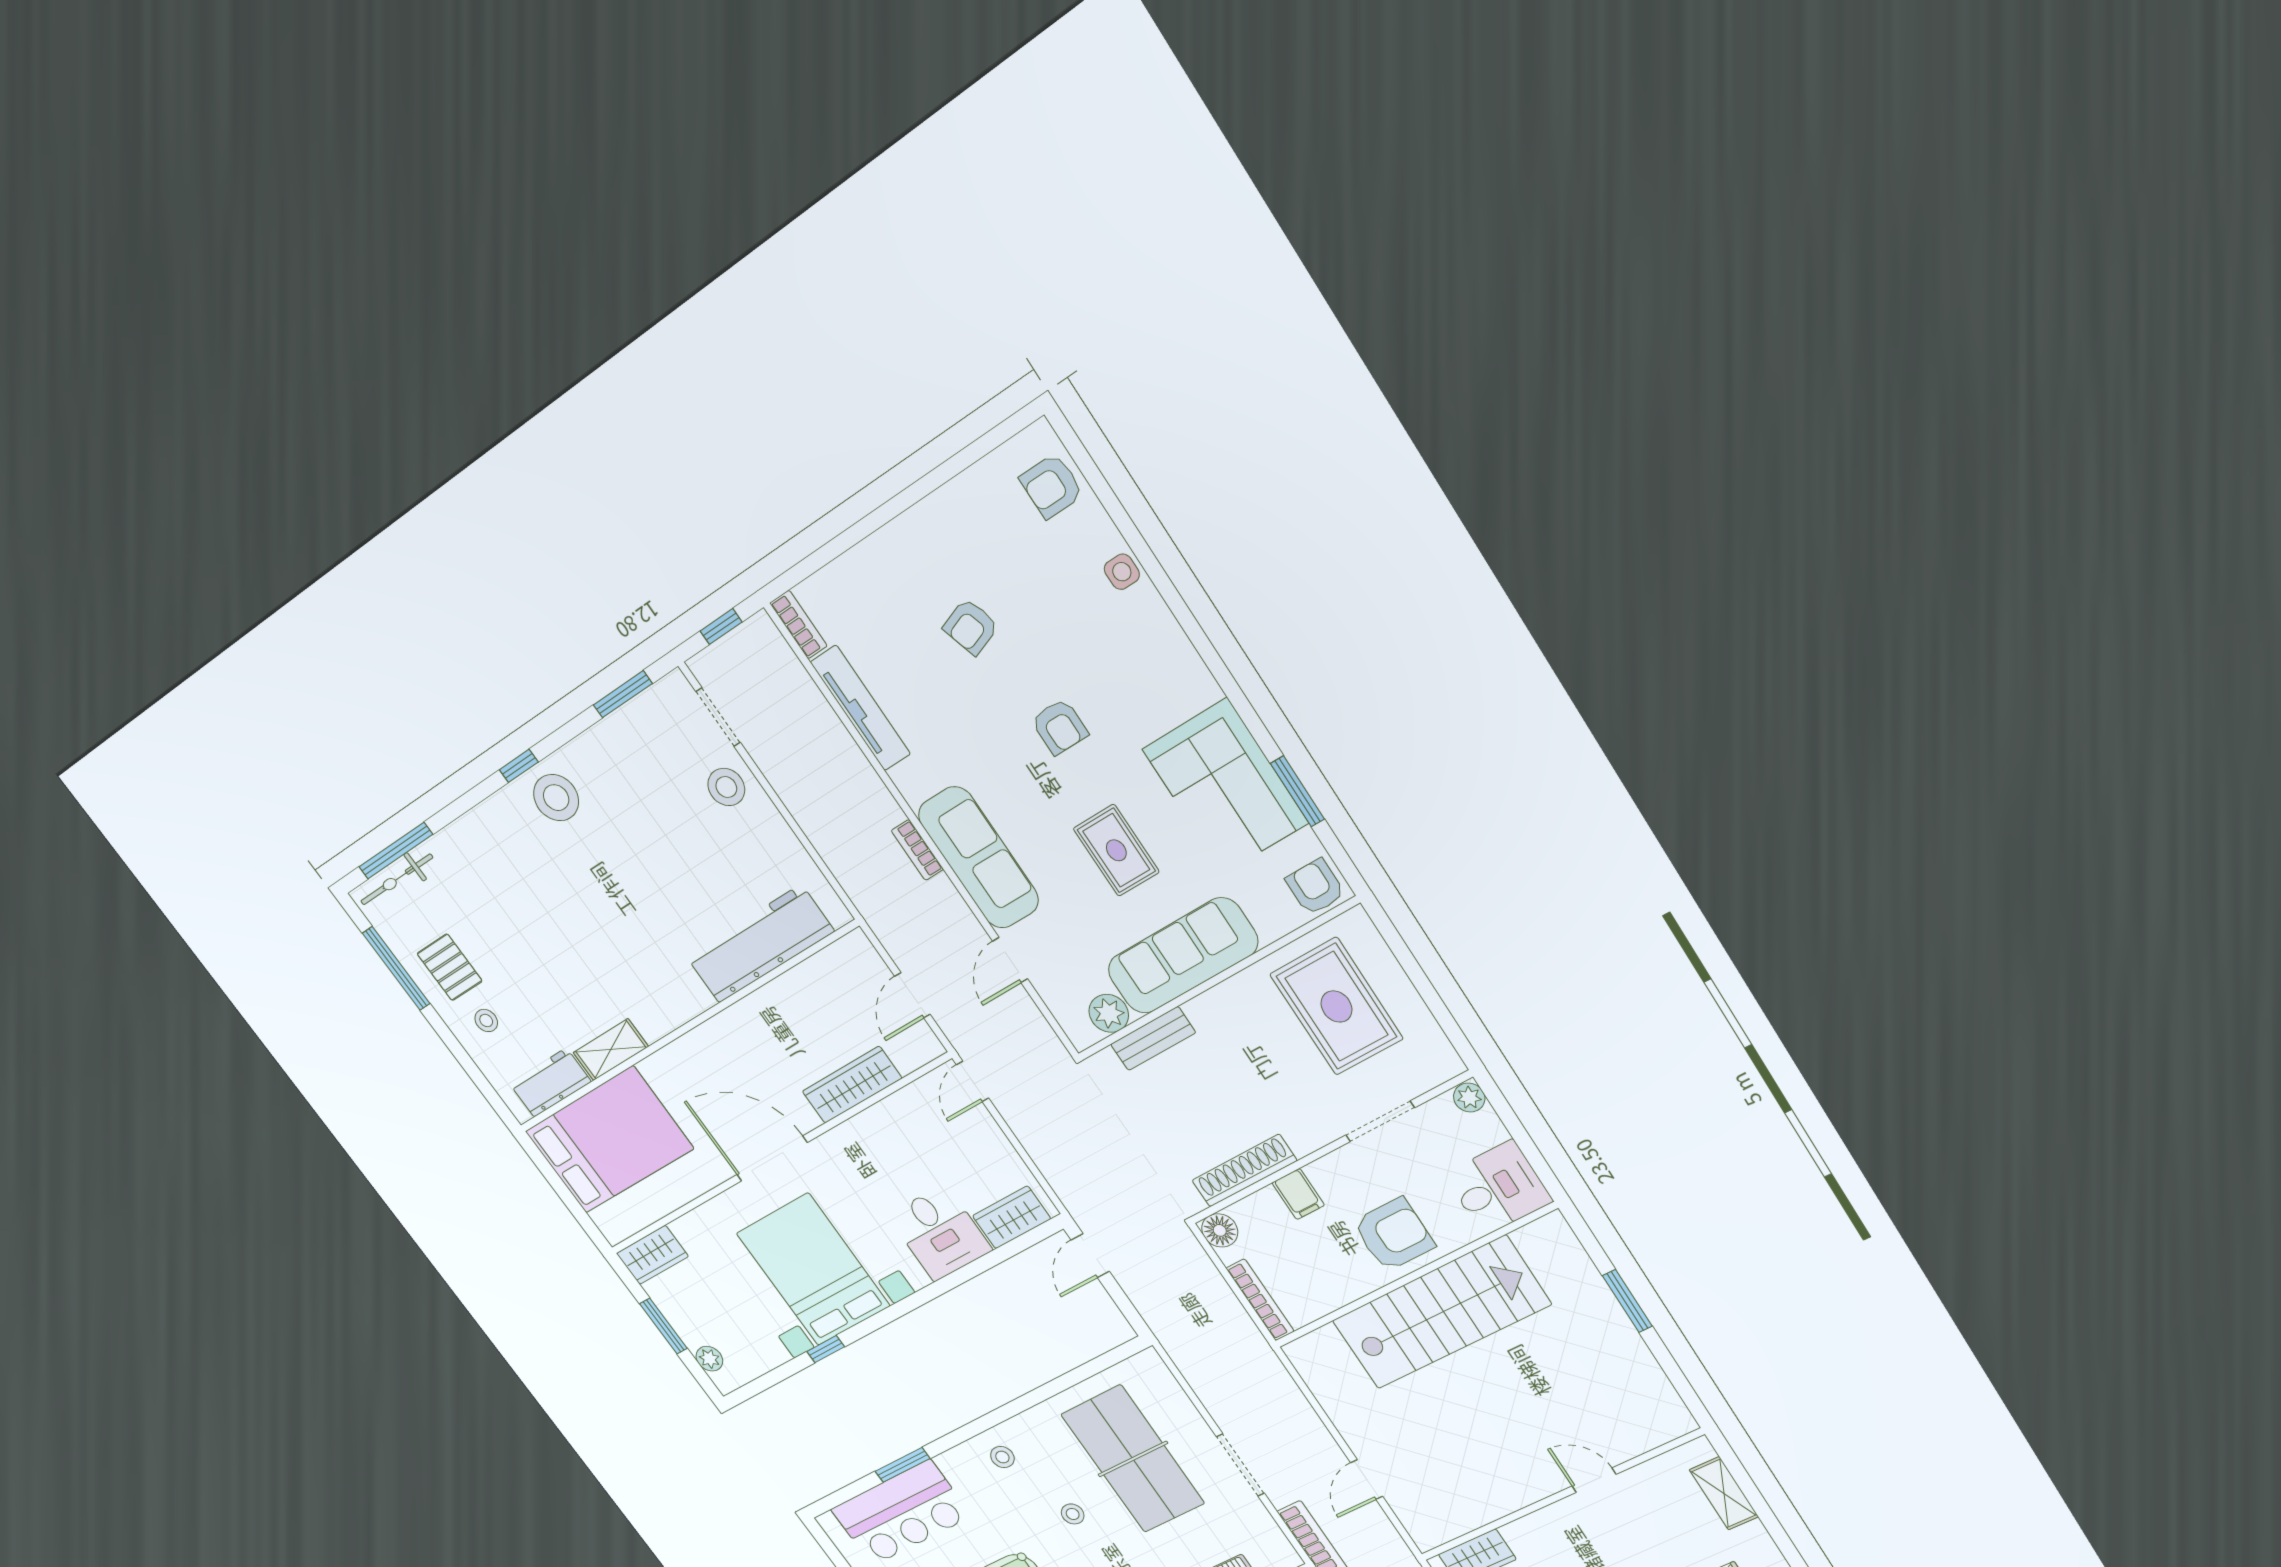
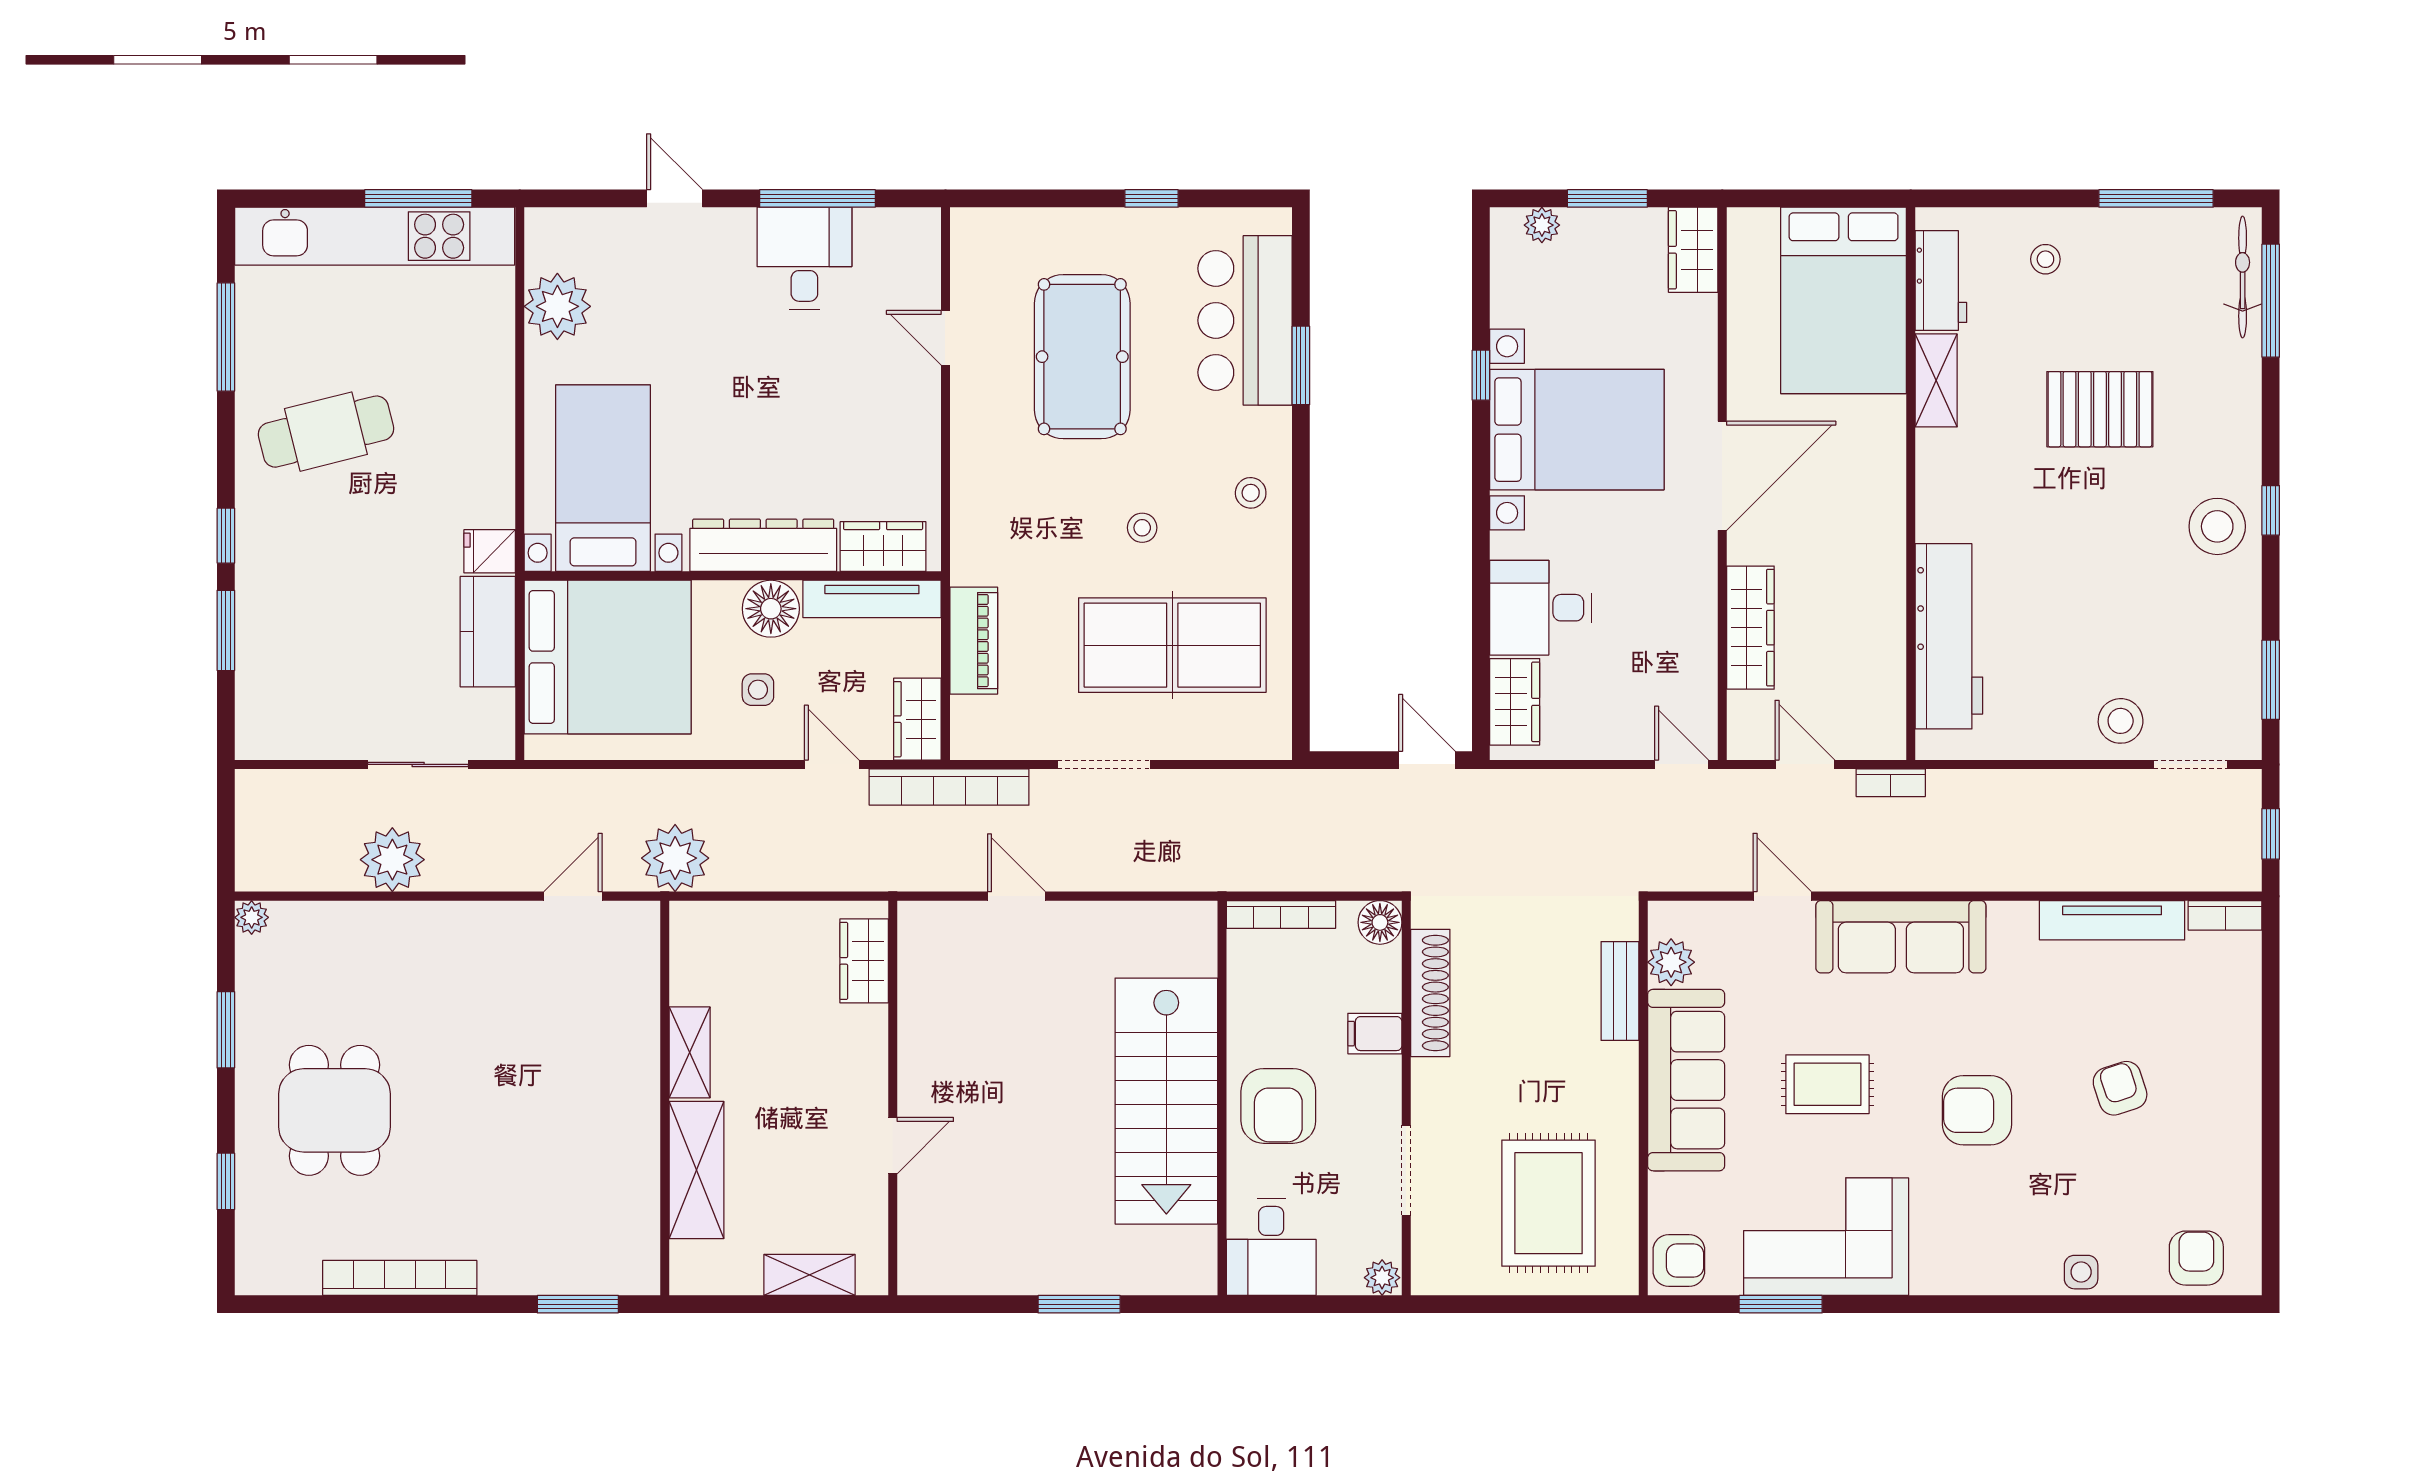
armchair: (1060, 727) -> (1977, 1110), width x1.38, depth x1.38
bookcase: (917, 850) -> (1891, 783), moved, turned 180
pallet: (450, 967) -> (2100, 409), moved, width x1.50, depth x1.42
rug: (1336, 1007) -> (1548, 1203), turned 90

